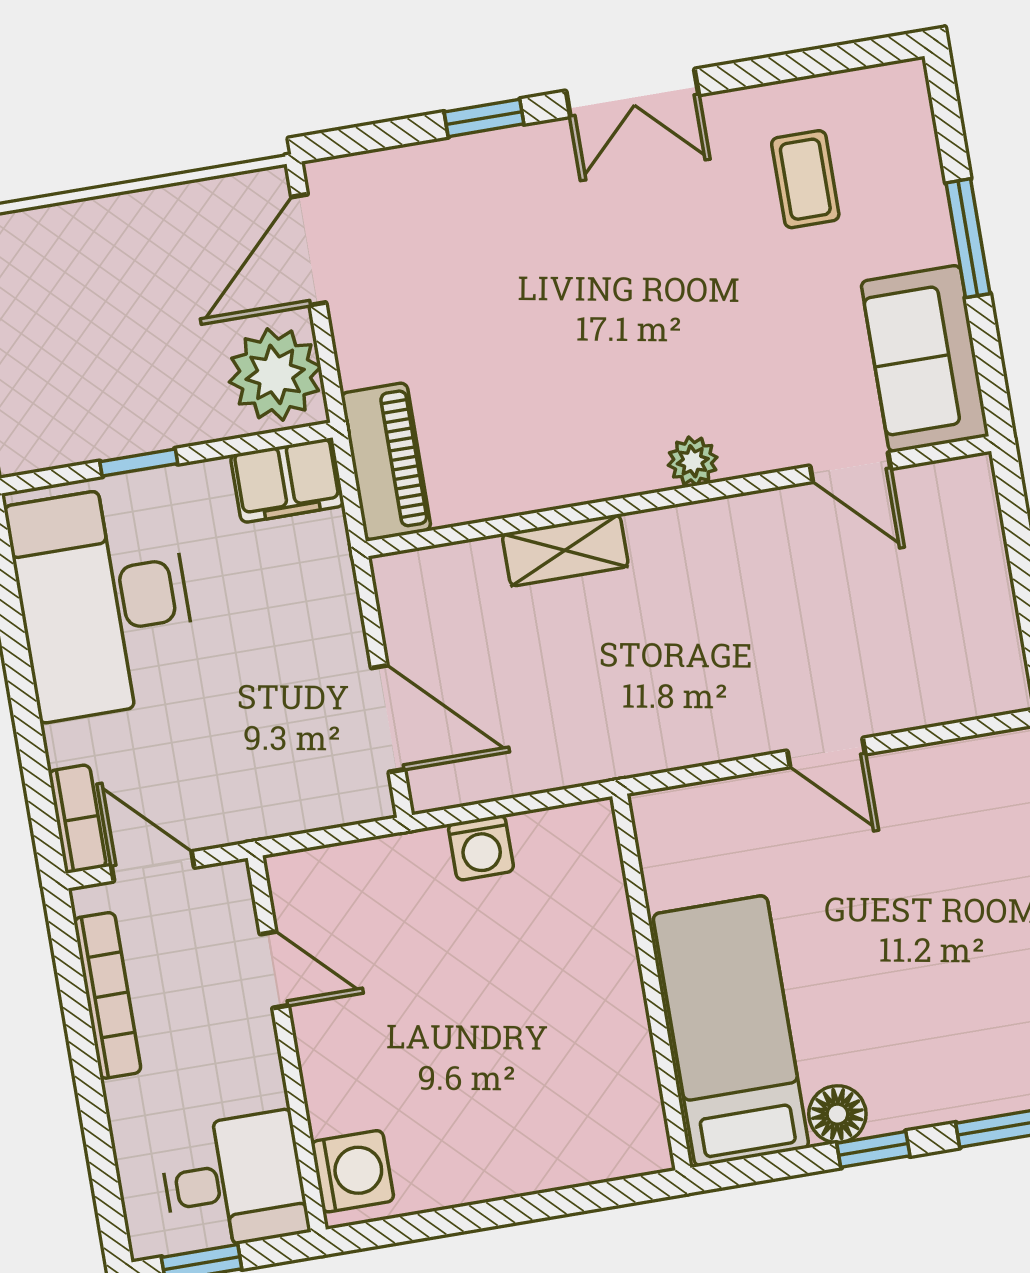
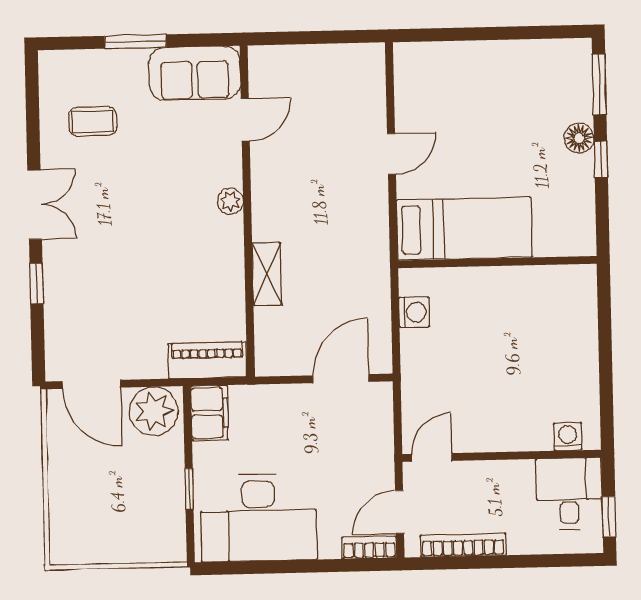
washing machine: (481, 848) -> (414, 312), moved
door: (274, 970) -> (432, 457), moved
bed: (731, 1031) -> (464, 229), moved, turned 180
floor lamp: (837, 1114) -> (579, 138), moved
washing machine: (353, 1171) -> (568, 437), width x0.73, depth x0.73

